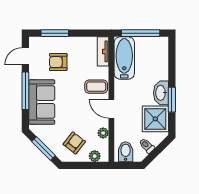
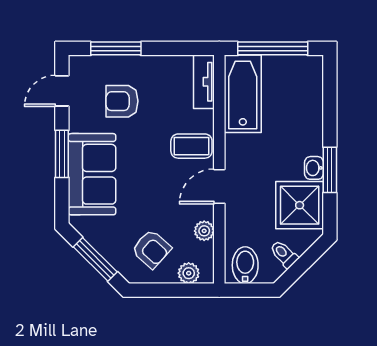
window: (25, 91) -> (62, 154), width x0.69
washbasin: (161, 93) -> (314, 168), width x0.52, depth x0.69
door: (111, 109) -> (219, 186), hinge flipped
armchair: (74, 143) -> (151, 249), turned 94

